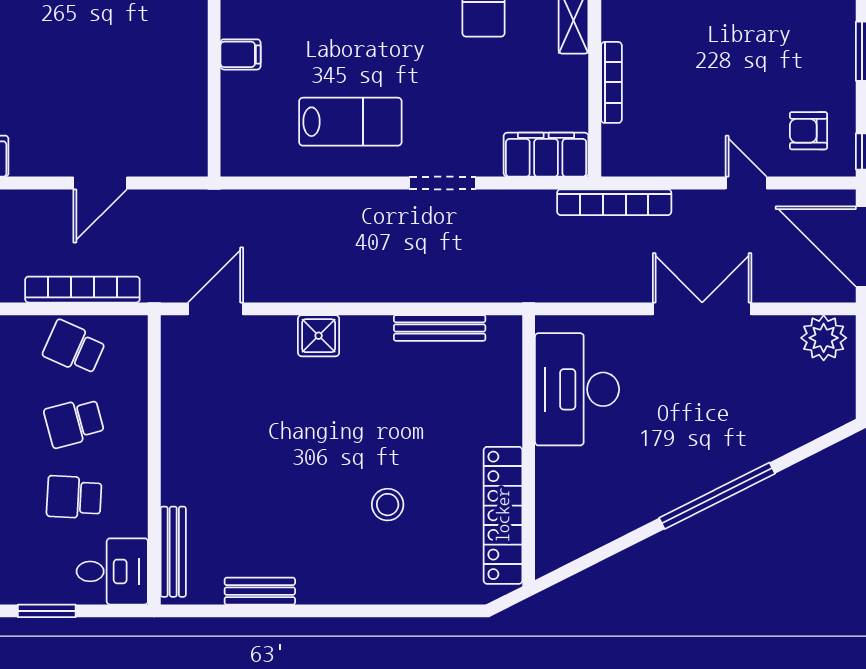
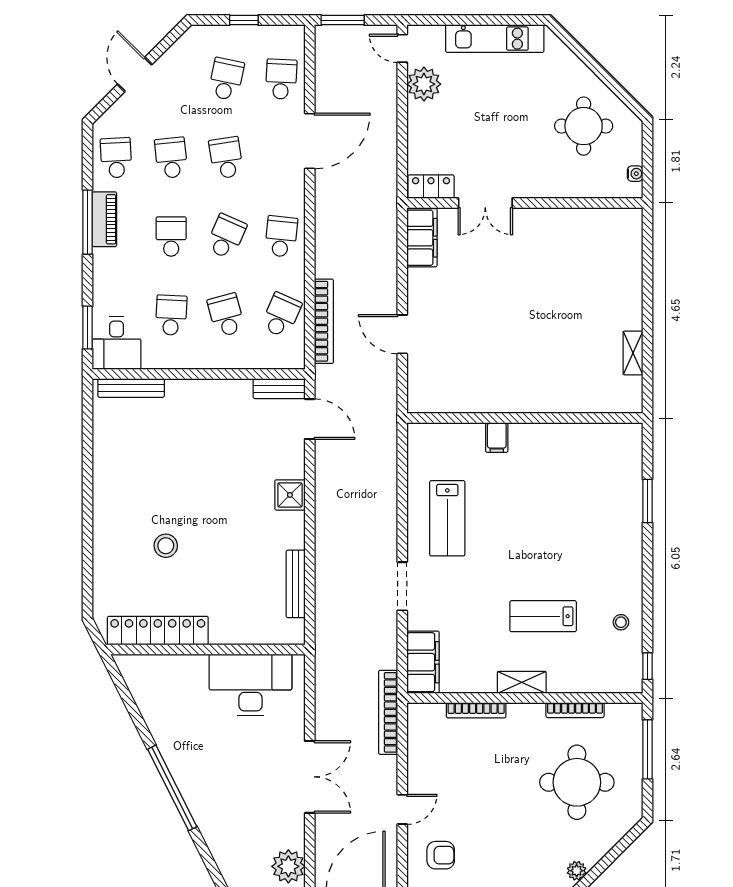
armchair: (808, 131) -> (441, 855), turned 90
bench: (260, 591) -> (279, 389), moved, turned 90
window: (47, 611) -> (88, 327), moved

